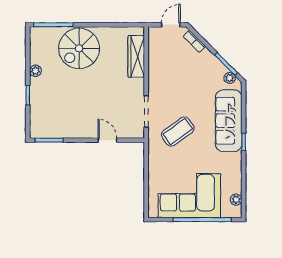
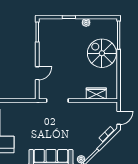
door: (171, 25) -> (119, 118), hinge flipped
wardrobe: (136, 56) -> (96, 94), width x0.67
coffee table: (178, 132) -> (43, 123), removed

